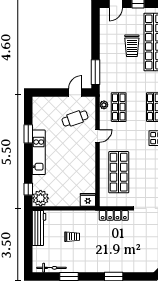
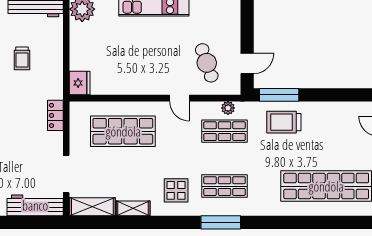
trolley: (132, 46) -> (284, 122), moved
door: (75, 93) -> (247, 63), hinge flipped
locker: (114, 215) -> (55, 115), width x0.66

